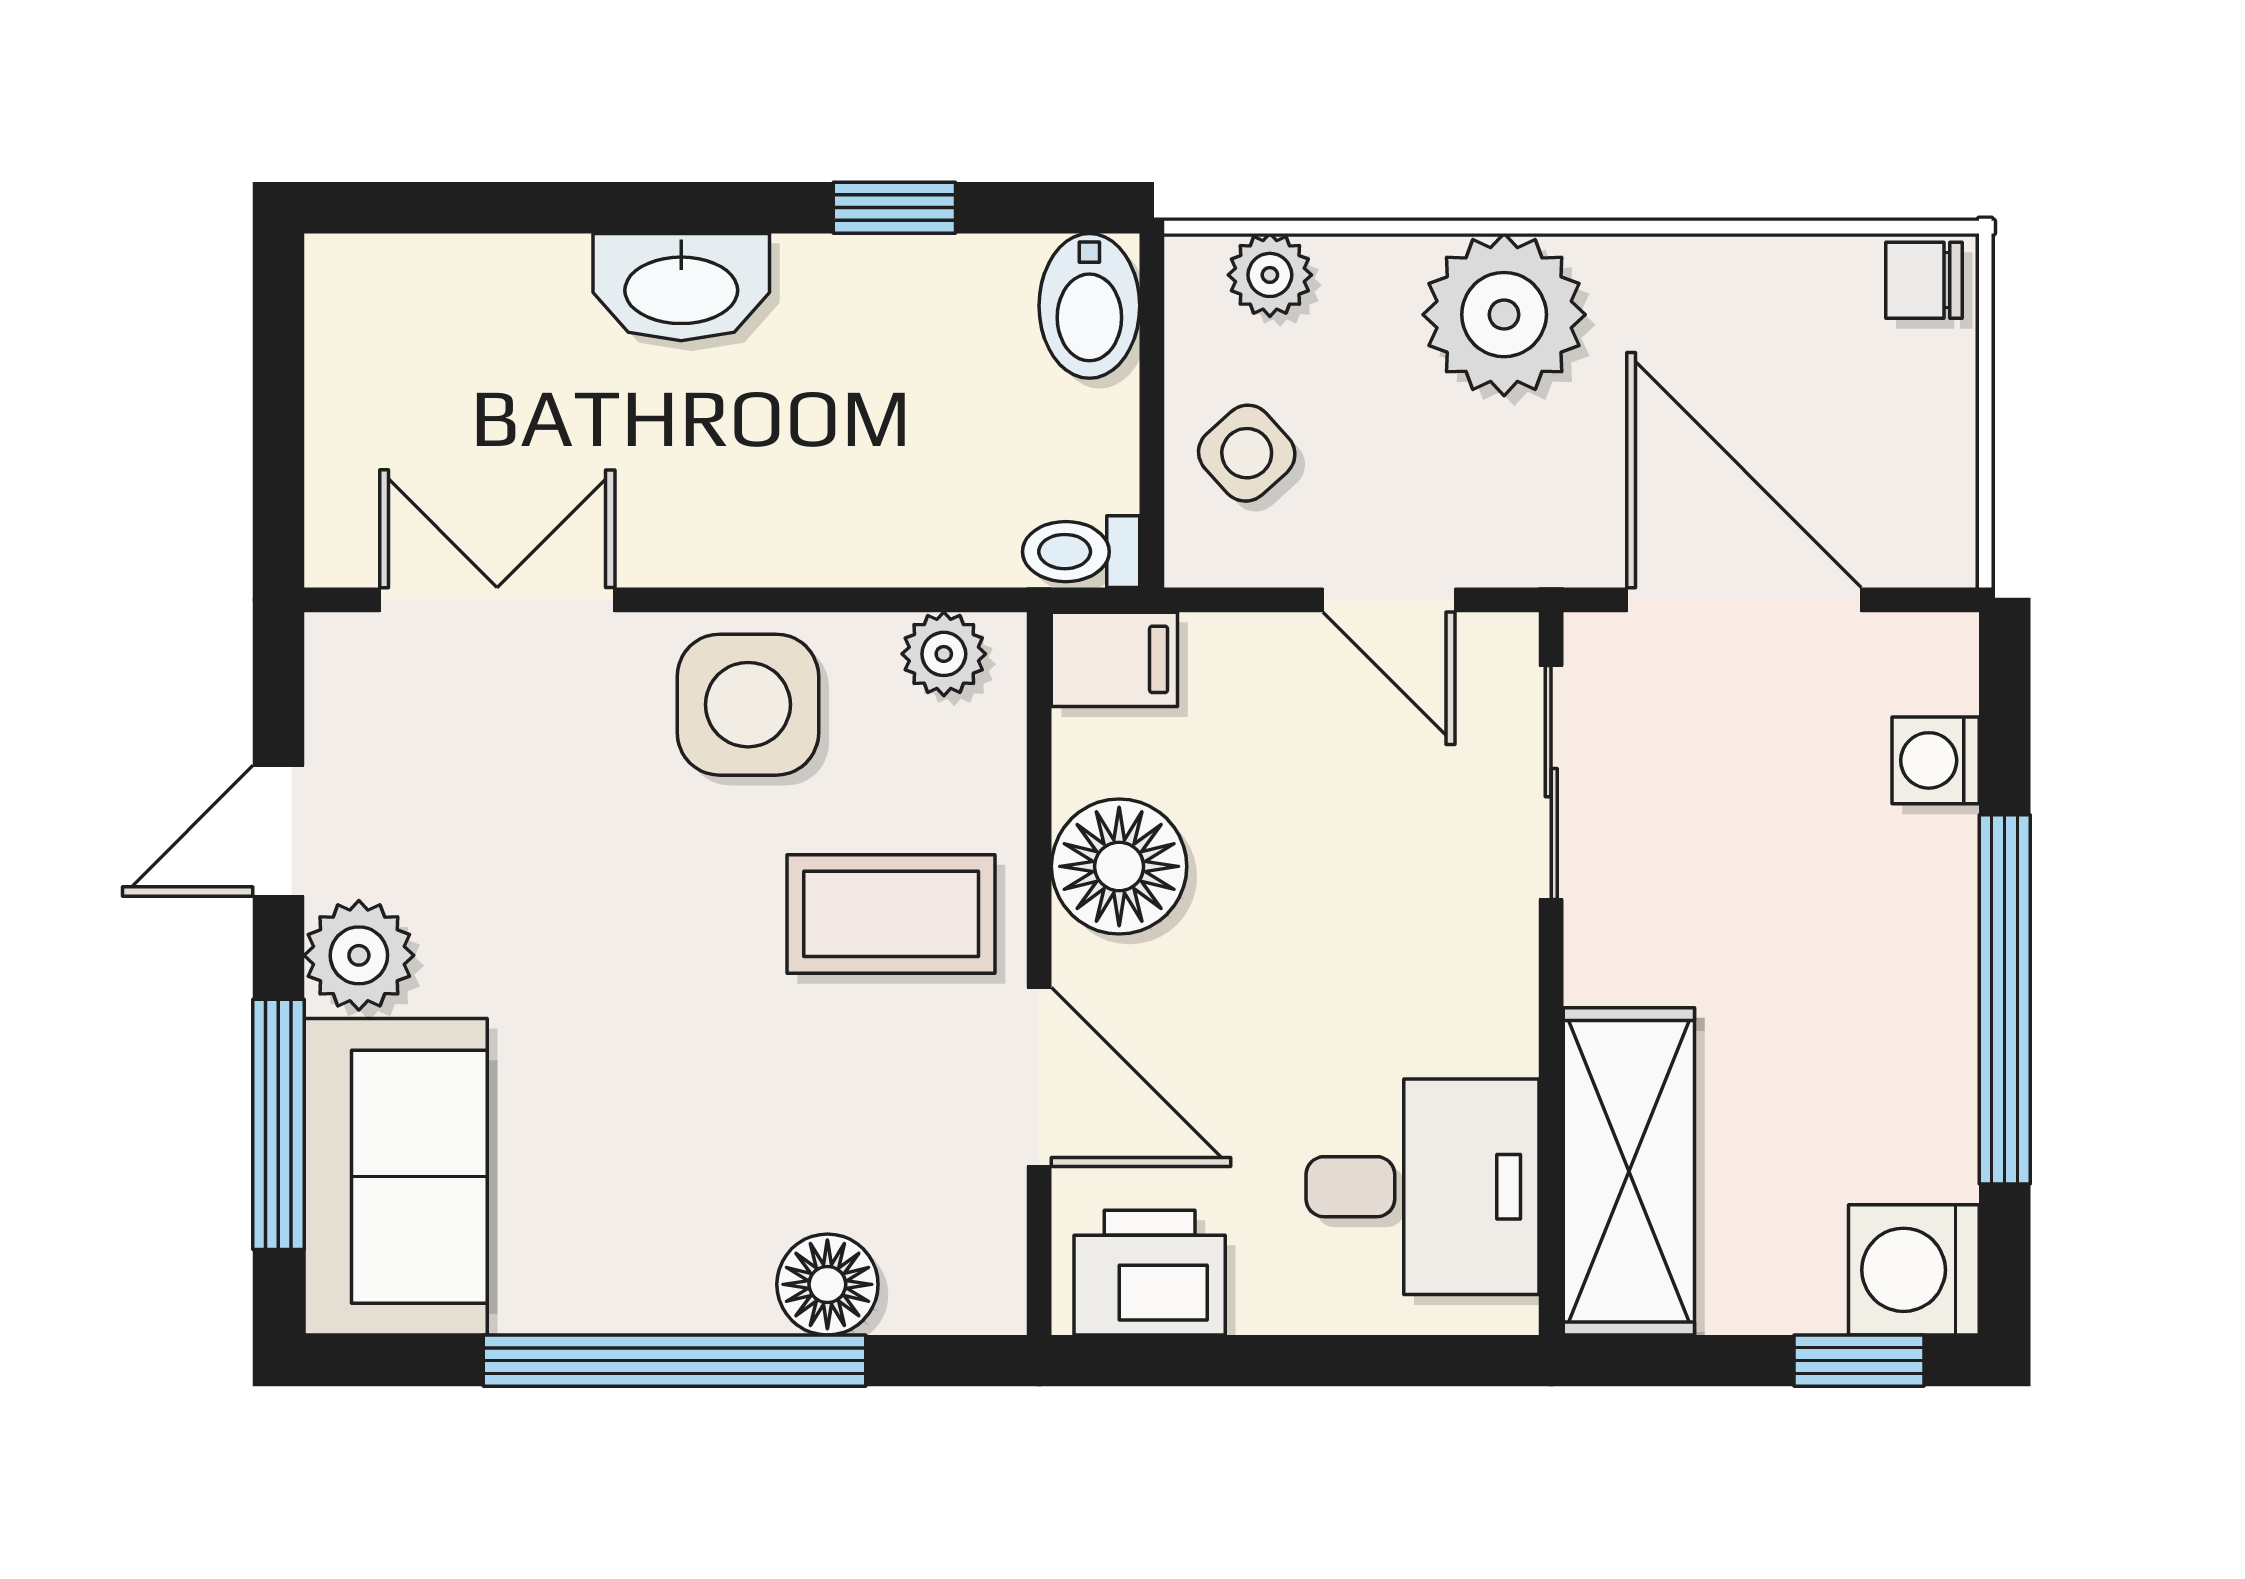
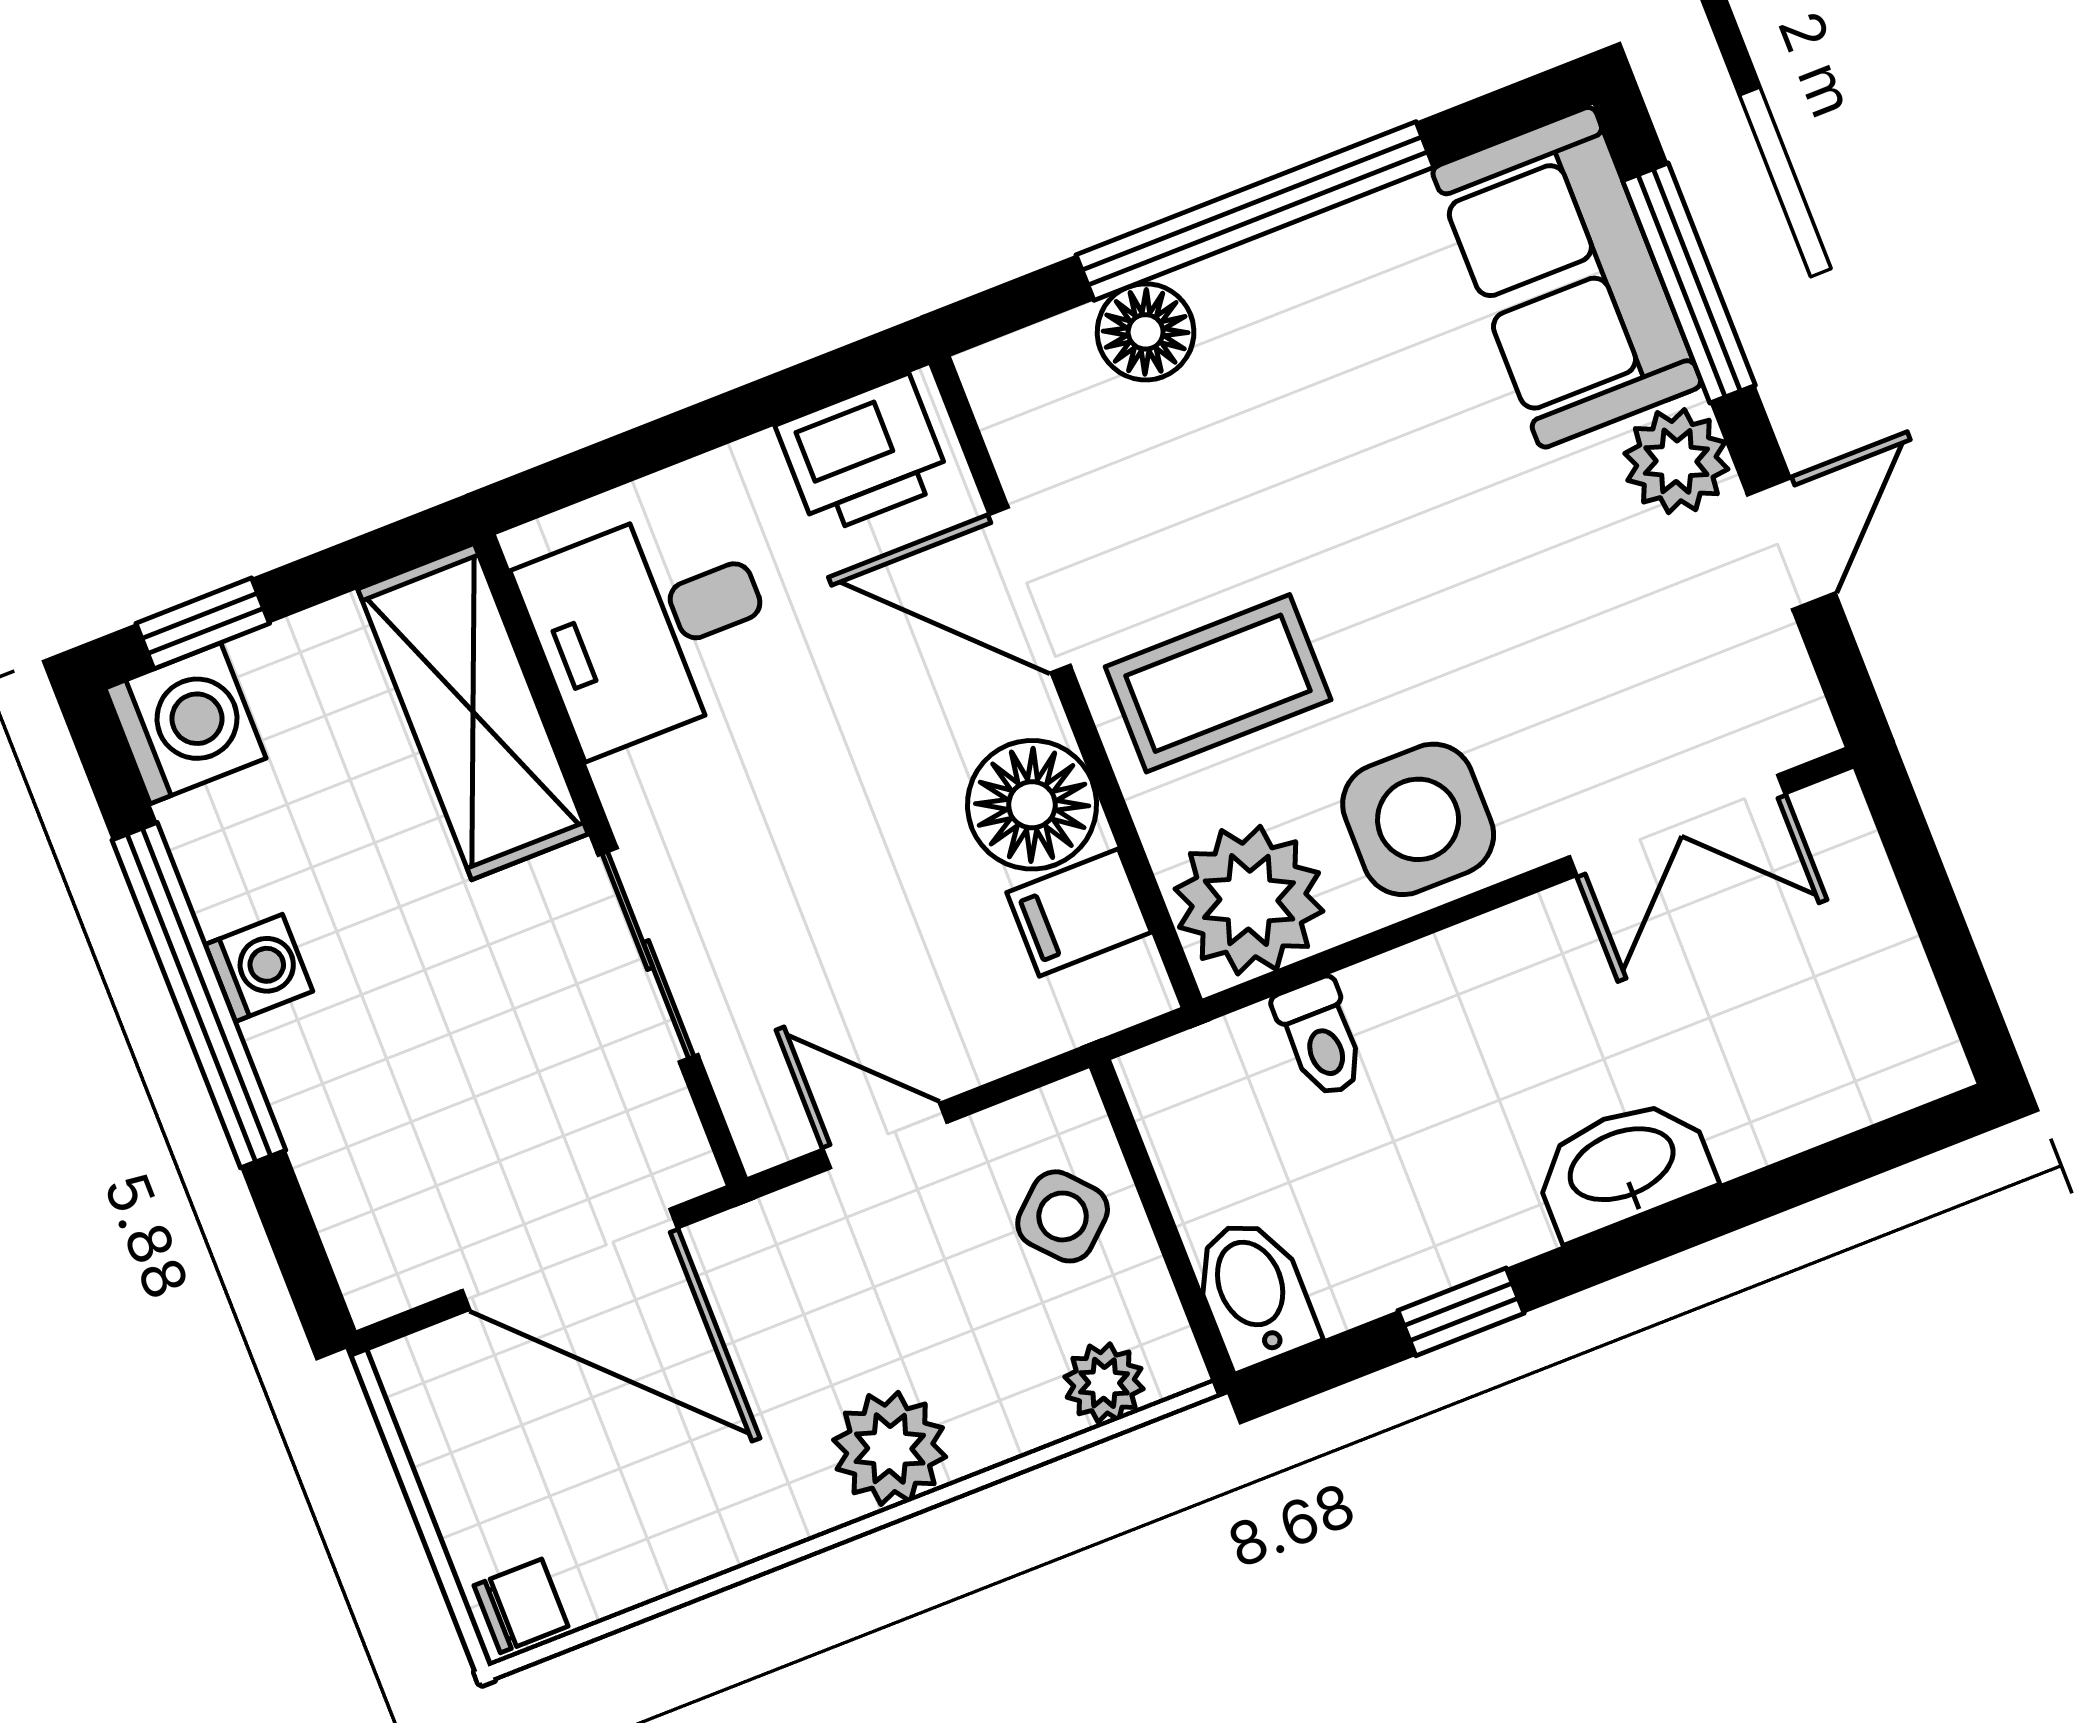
plant: (1504, 315) -> (890, 1448), width x0.73, depth x0.73
toilet: (1081, 552) -> (1320, 1038), moved, turned 90
plant: (944, 654) -> (1249, 900), width x1.88, depth x1.88
filing cabinet: (1114, 659) -> (1079, 912), moved
washing machine: (1936, 760) -> (259, 968), moved
sliding door: (1551, 783) -> (648, 955), moved

